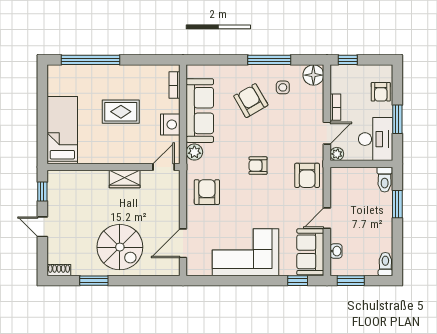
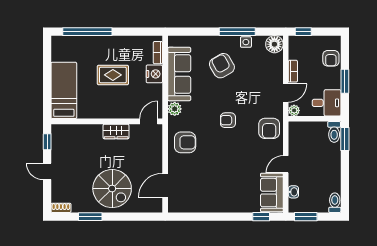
side table: (283, 87) -> (246, 42), moved
nightstand: (170, 124) -> (154, 74), moved
desk: (376, 139) -> (327, 103), width x0.73
armchair: (207, 192) -> (185, 142), turned 90
window: (397, 204) -> (345, 139), moved
corner sofa: (246, 252) -> (217, 193), removed

